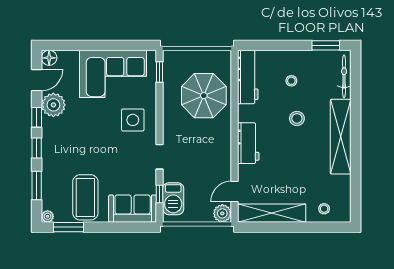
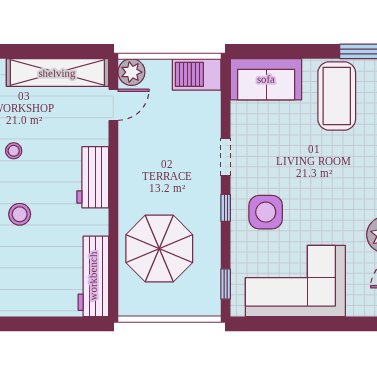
stool: (291, 81) -> (14, 151), moved
window: (159, 194) -> (226, 208), moved
barbecue: (173, 199) -> (197, 74), moved, turned -90

